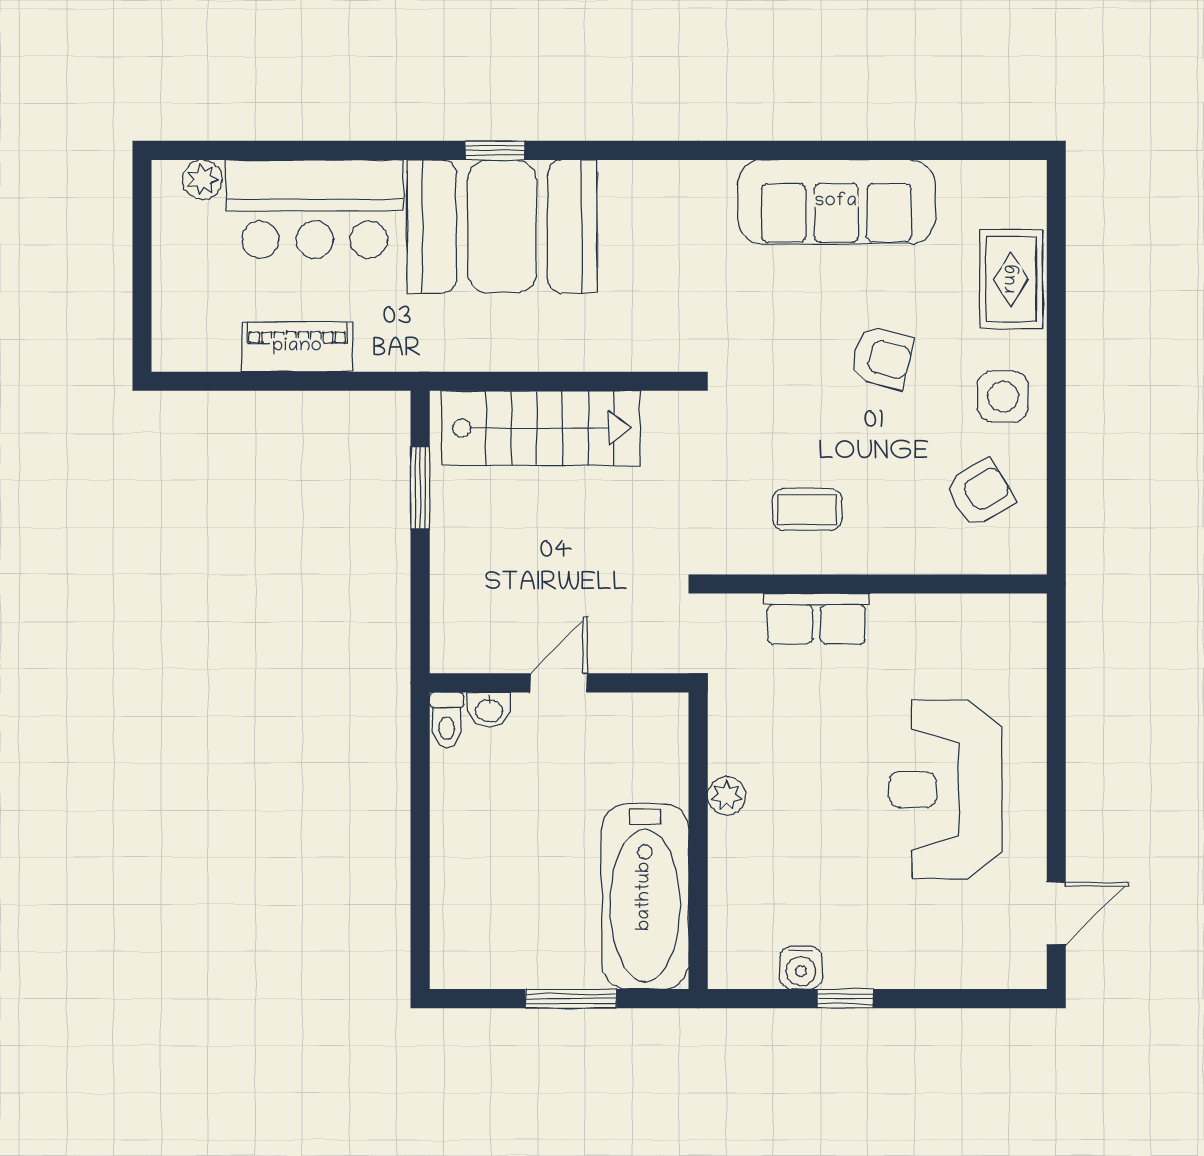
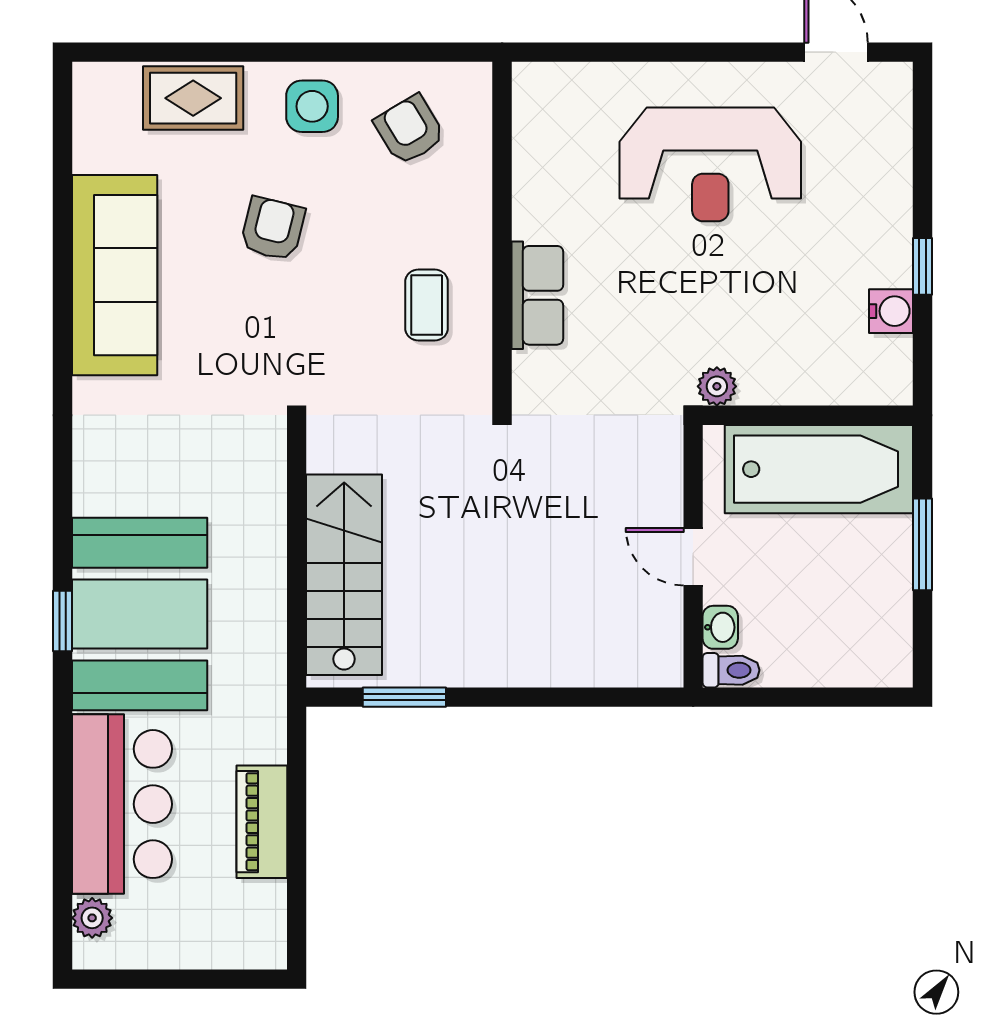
door: (559, 683) -> (693, 557), moved
wall: (559, 683) -> (693, 556), moved
washbasin: (489, 710) -> (720, 627), moved
toilet: (447, 720) -> (731, 670), moved

